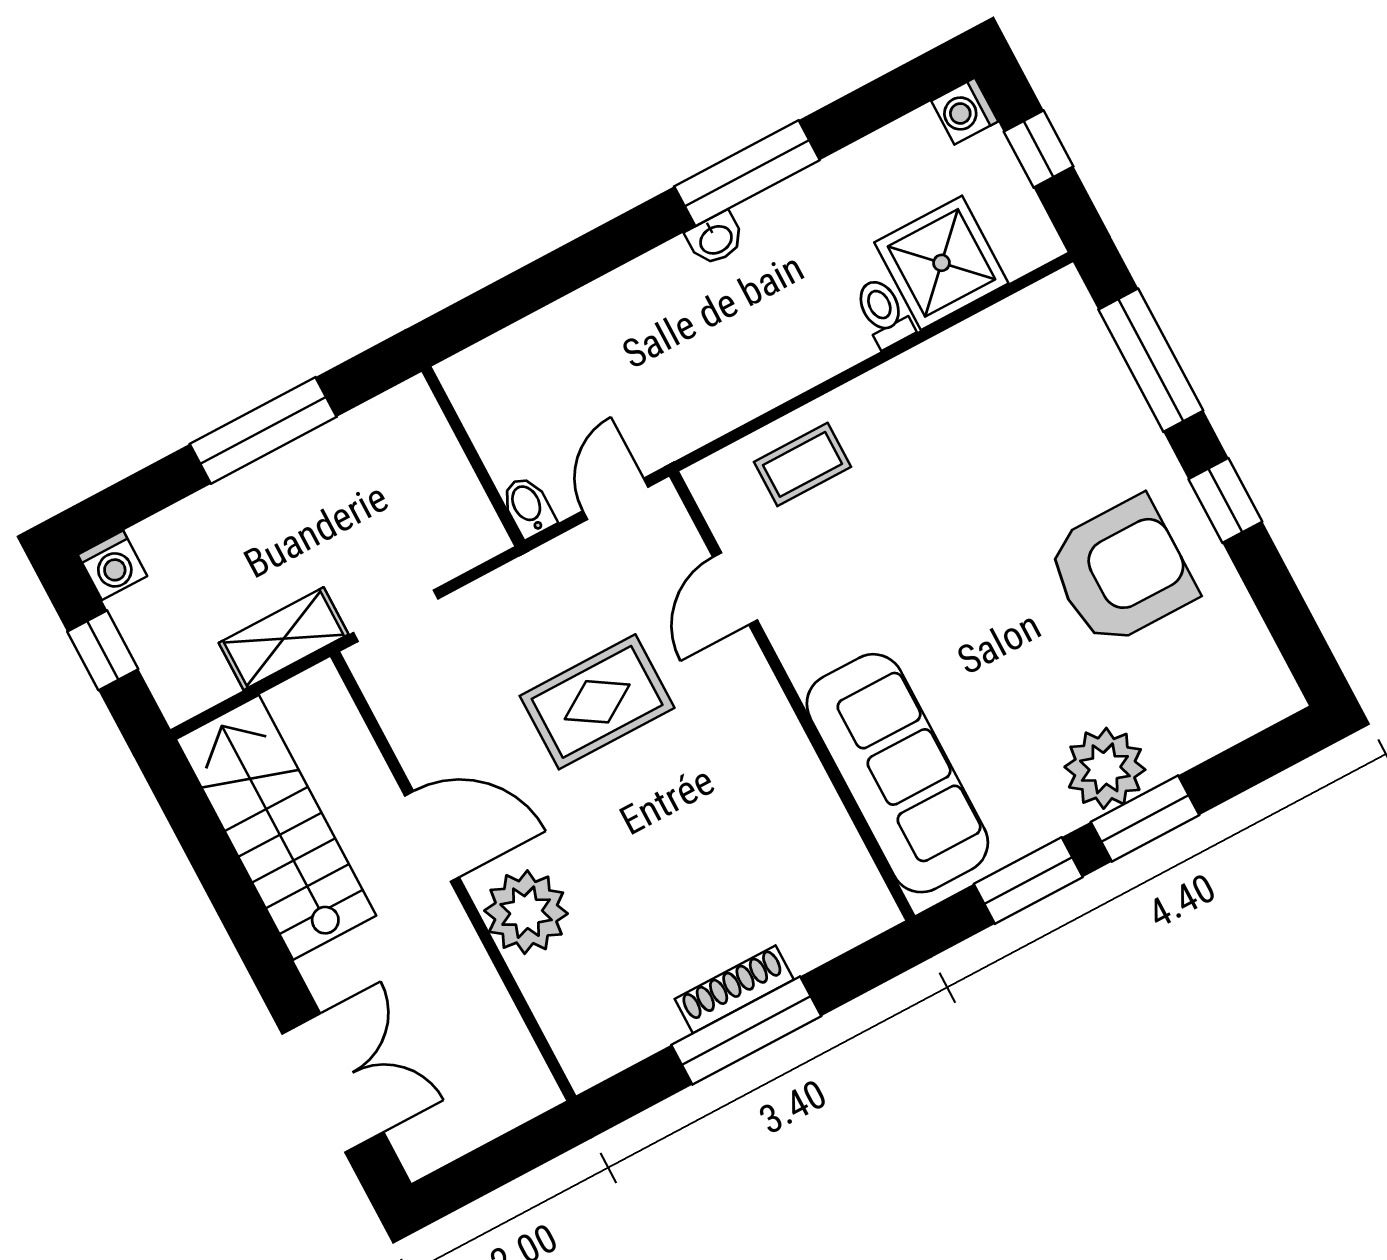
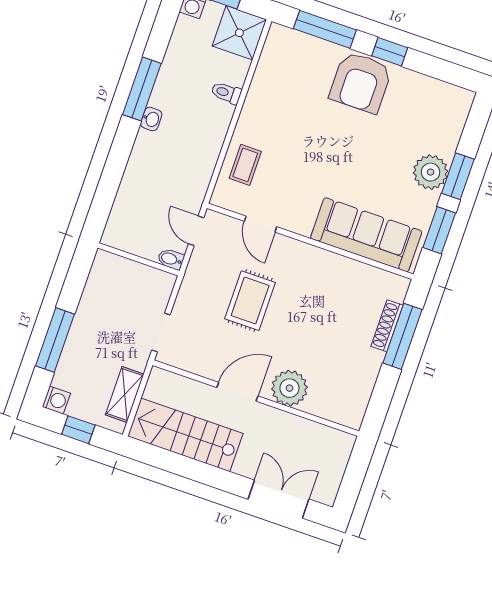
shower: (941, 263) -> (239, 33), moved
window: (263, 430) -> (55, 340), moved
armchair: (1121, 571) -> (361, 82), moved, turned 180
shelving: (284, 639) -> (125, 395), moved
shoe rack: (734, 989) -> (387, 326), moved
window: (746, 1031) -> (403, 336), moved

